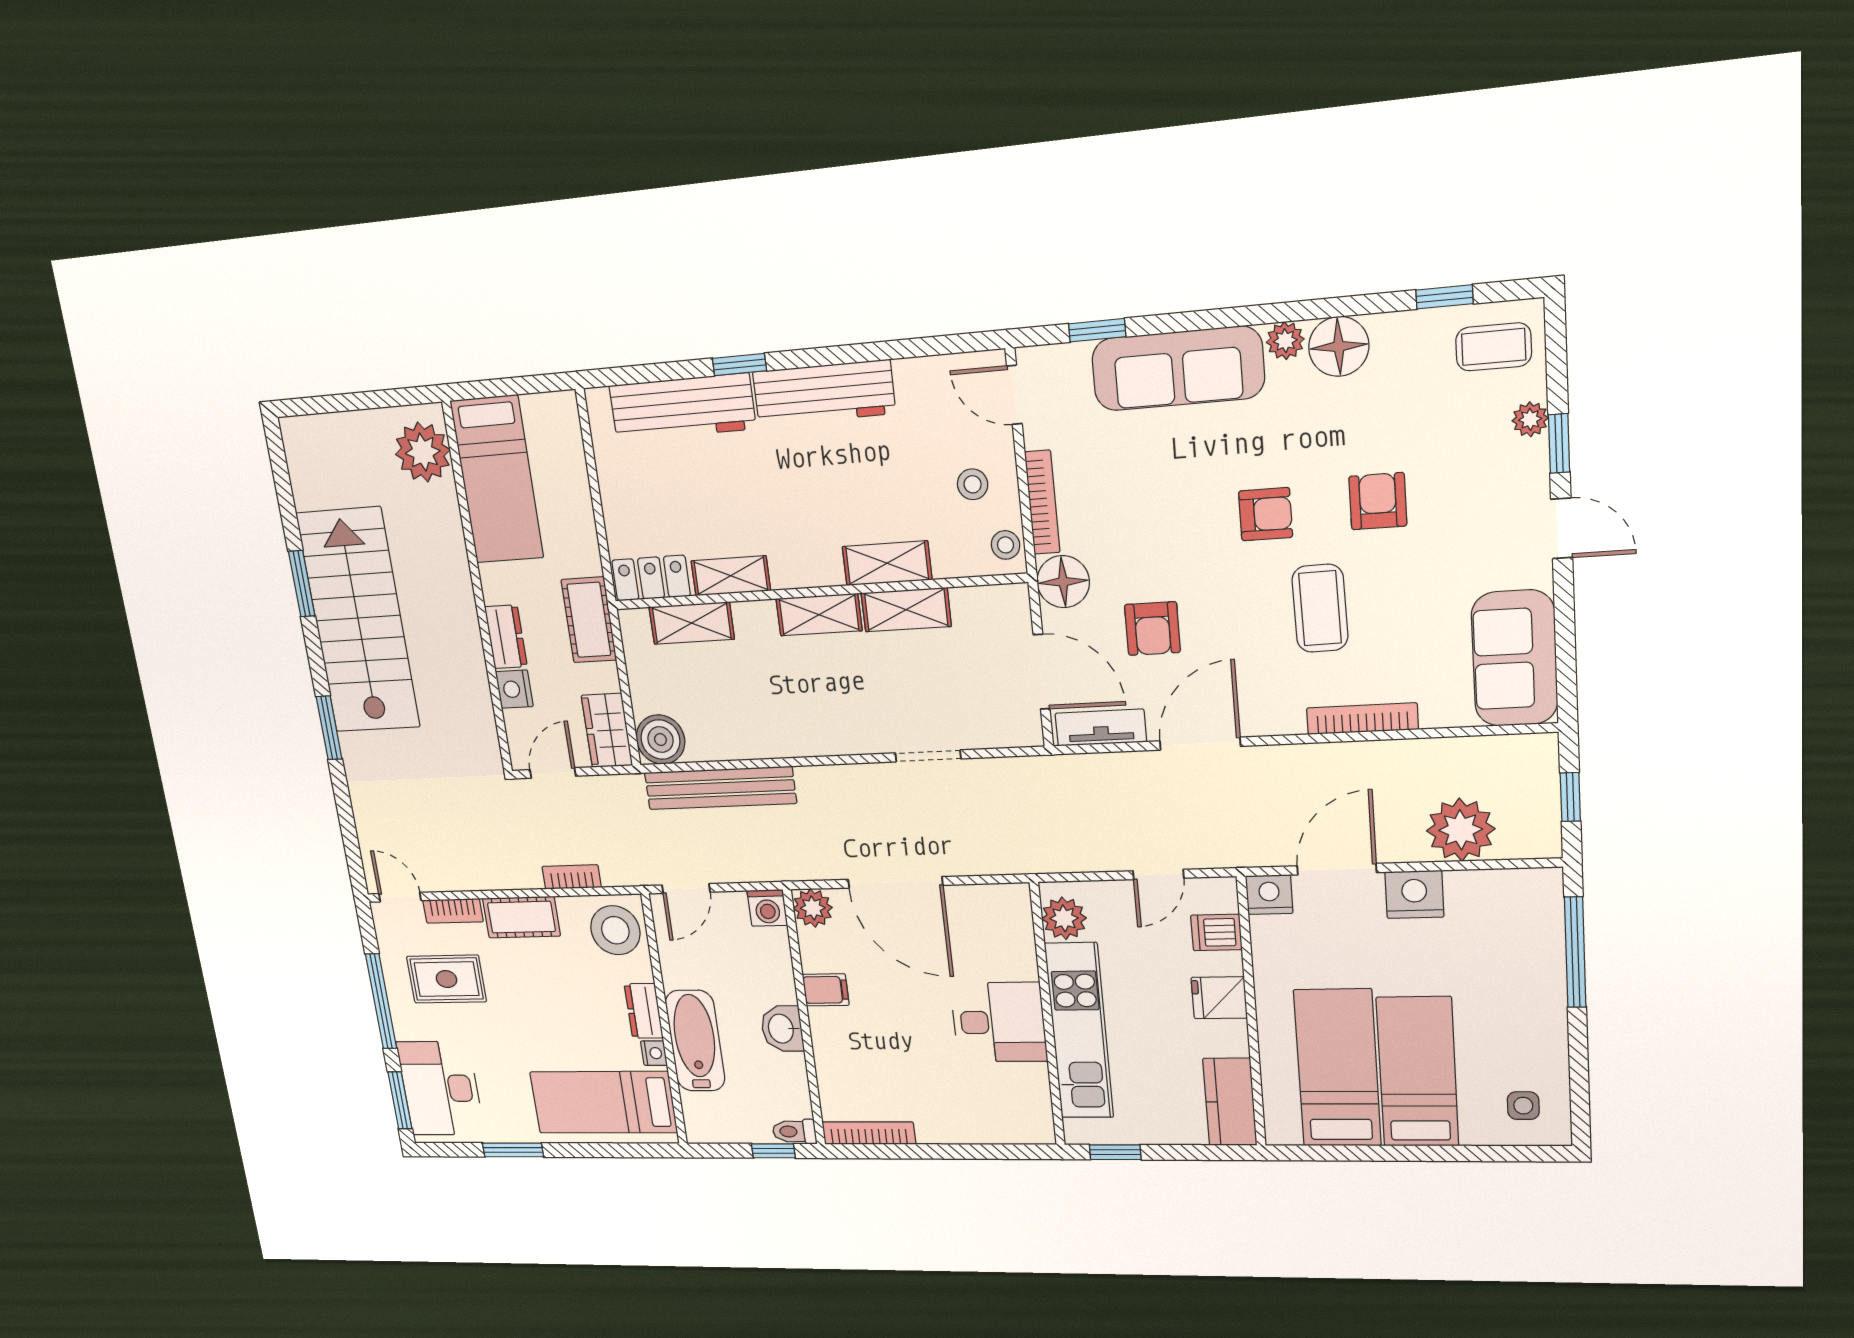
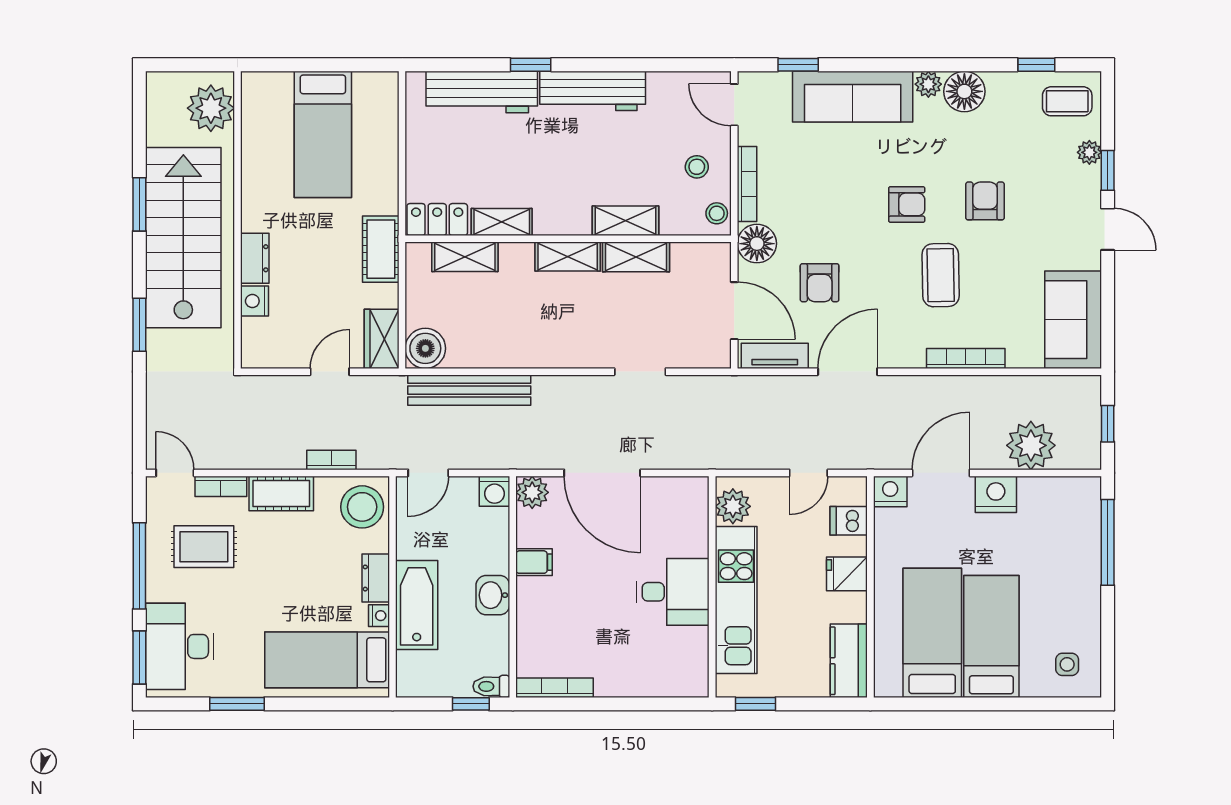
plant: (423, 452) -> (211, 108), moved
wall: (478, 590) -> (237, 220), moved
dresser: (506, 637) -> (255, 258), moved
nightstand: (514, 689) -> (255, 301), moved

